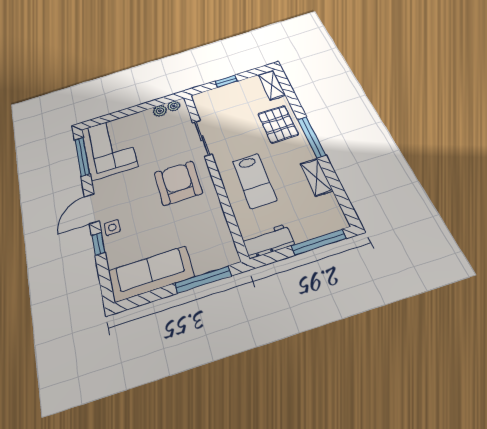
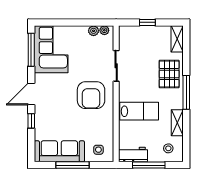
lab bench: (254, 181) -> (139, 111), turned -90
armchair: (178, 183) -> (91, 95), turned 180
stool: (319, 215) -> (168, 148), added
side table: (112, 227) -> (98, 150), moved
window: (319, 242) -> (149, 165), moved
window: (203, 280) -> (72, 165), moved

